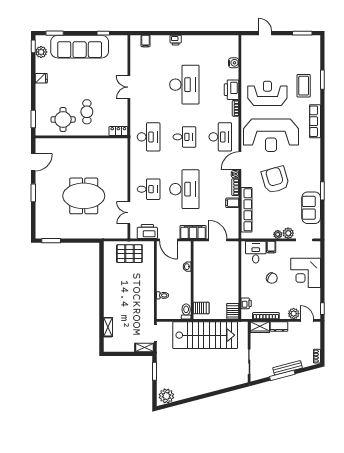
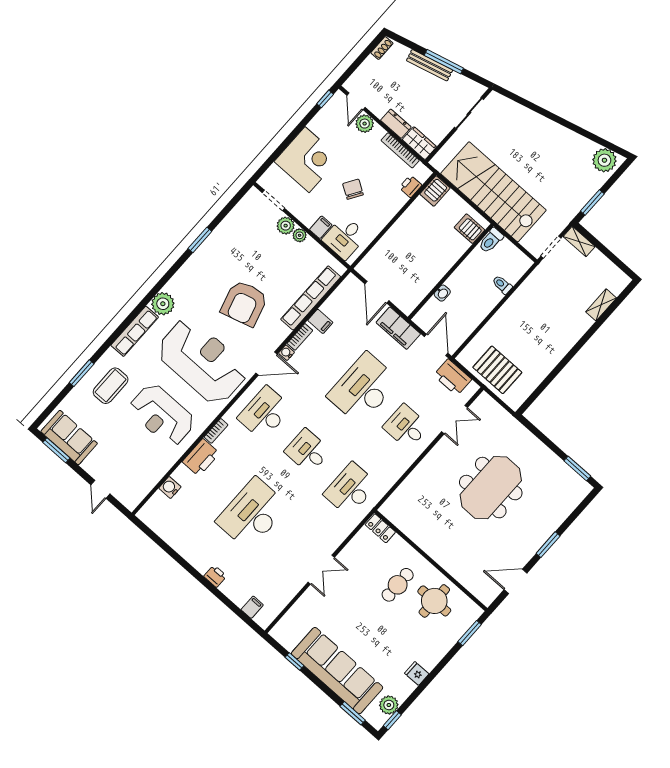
plant: (313, 146) -> (163, 304), added
meeting table: (84, 196) -> (491, 488), turned 90
sofa: (311, 208) -> (69, 438), moved, turned -90

